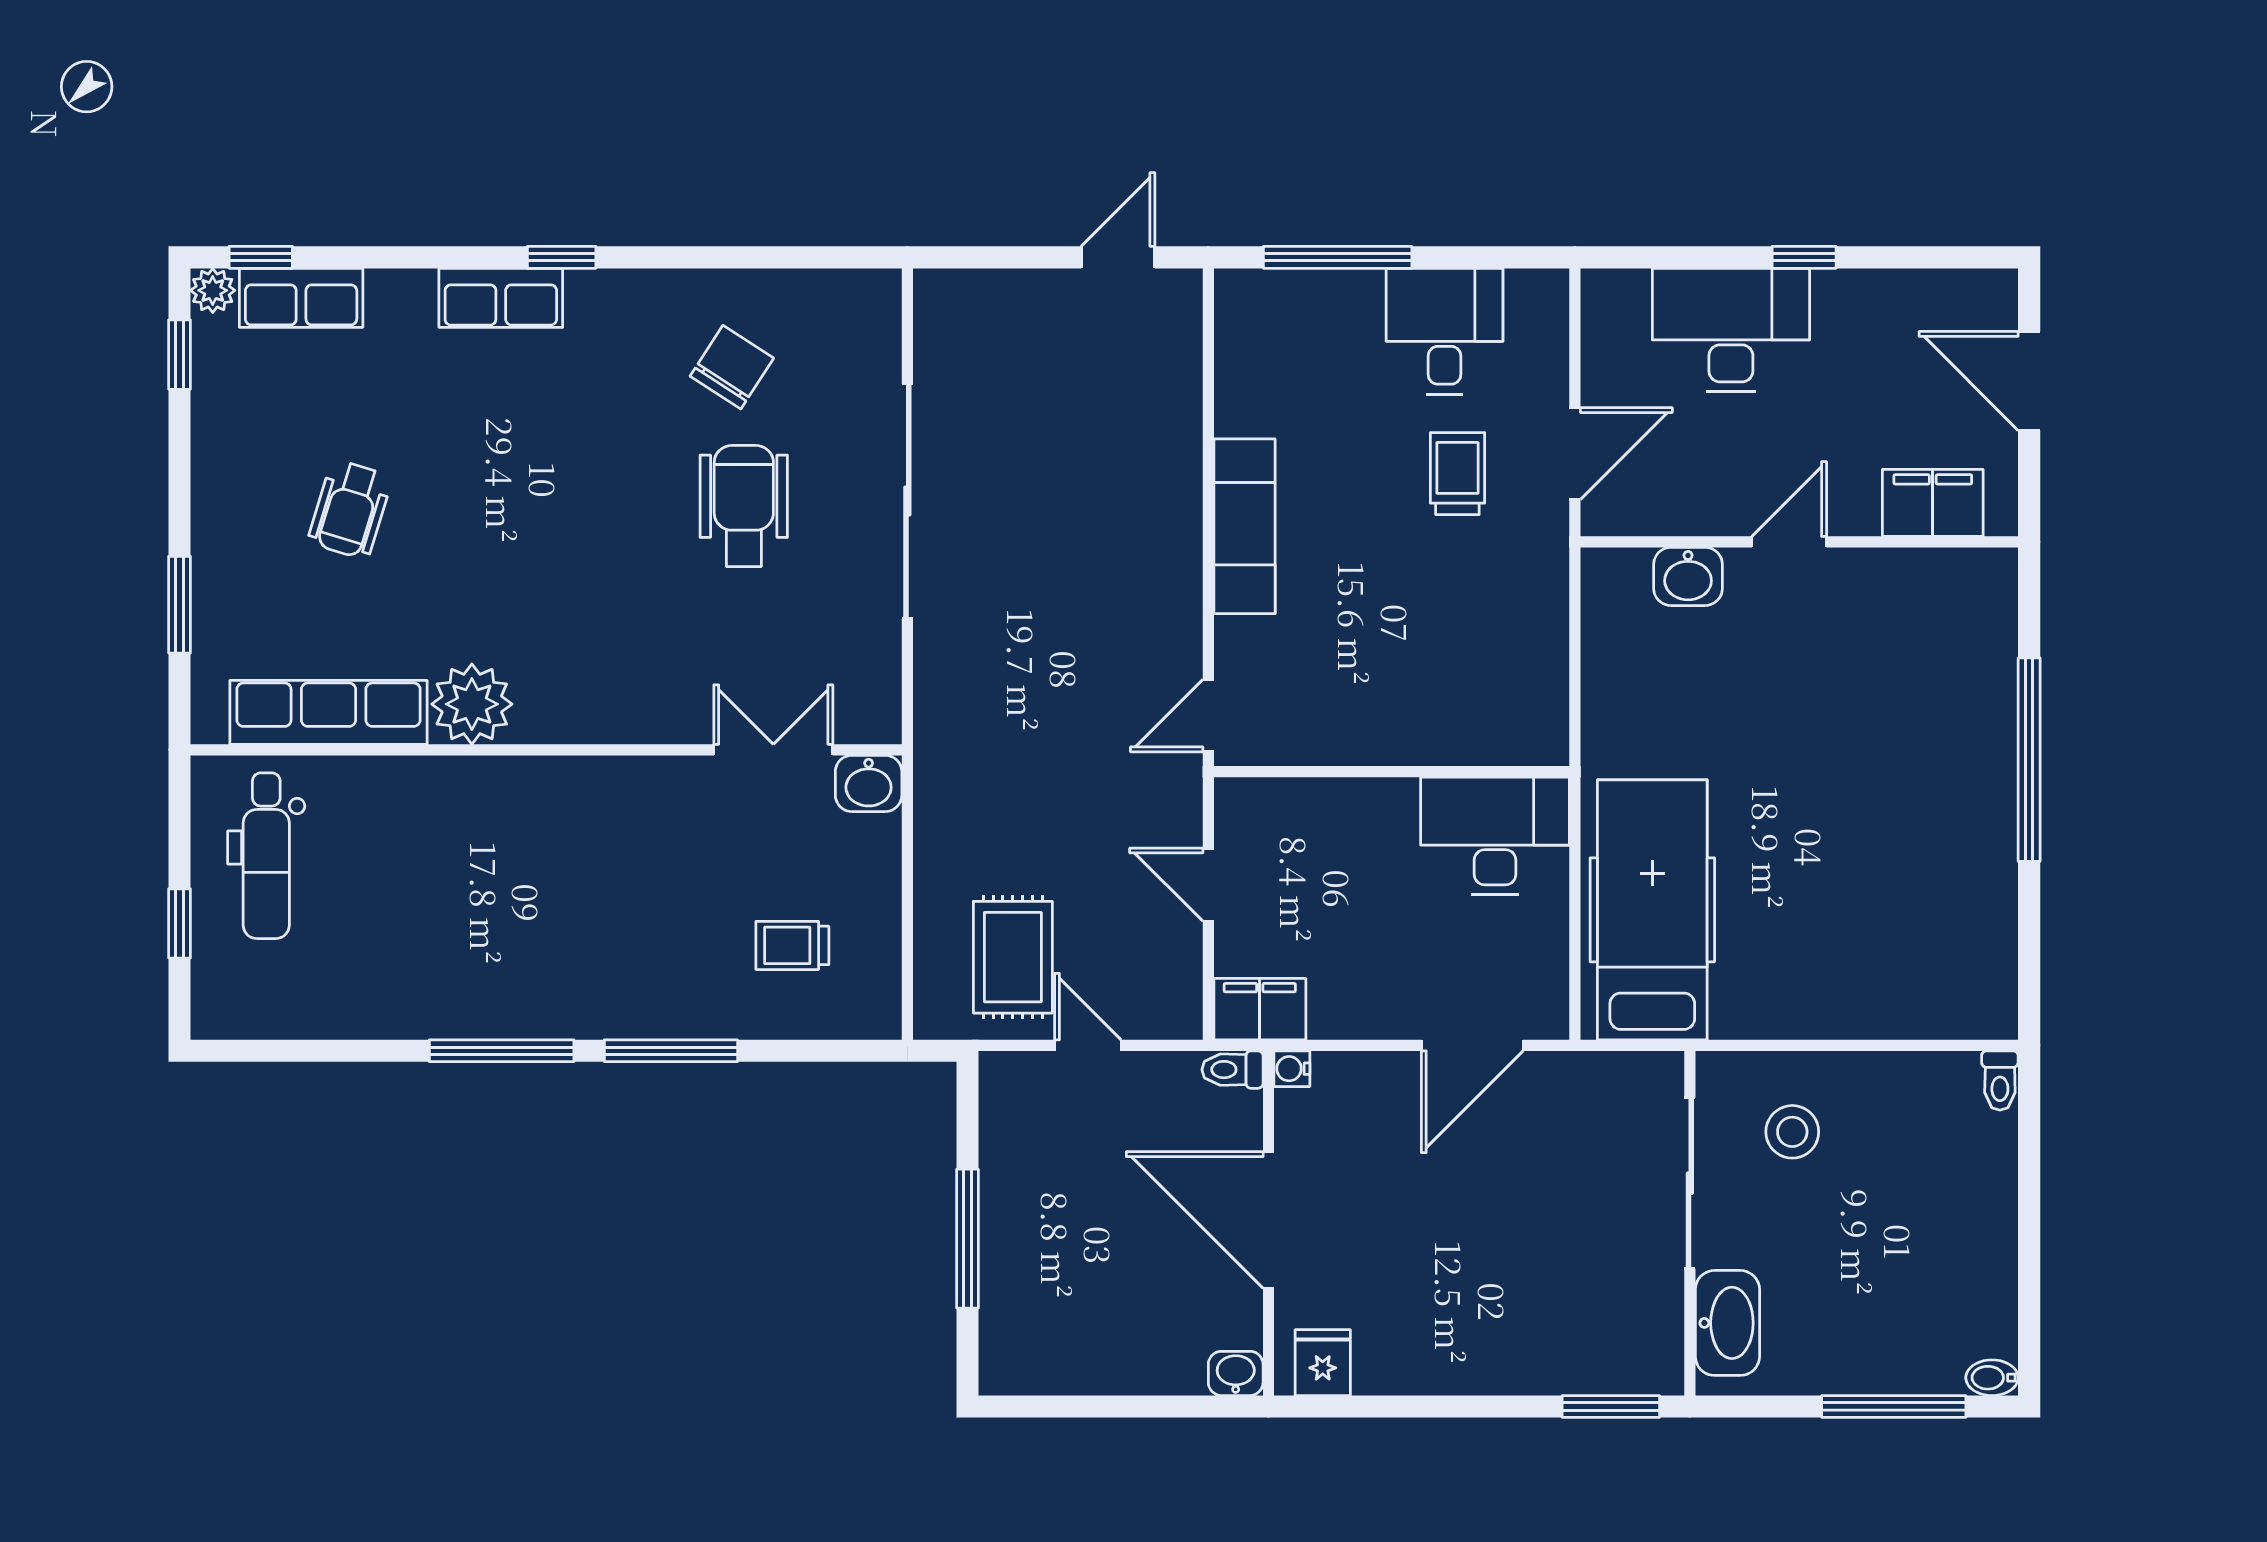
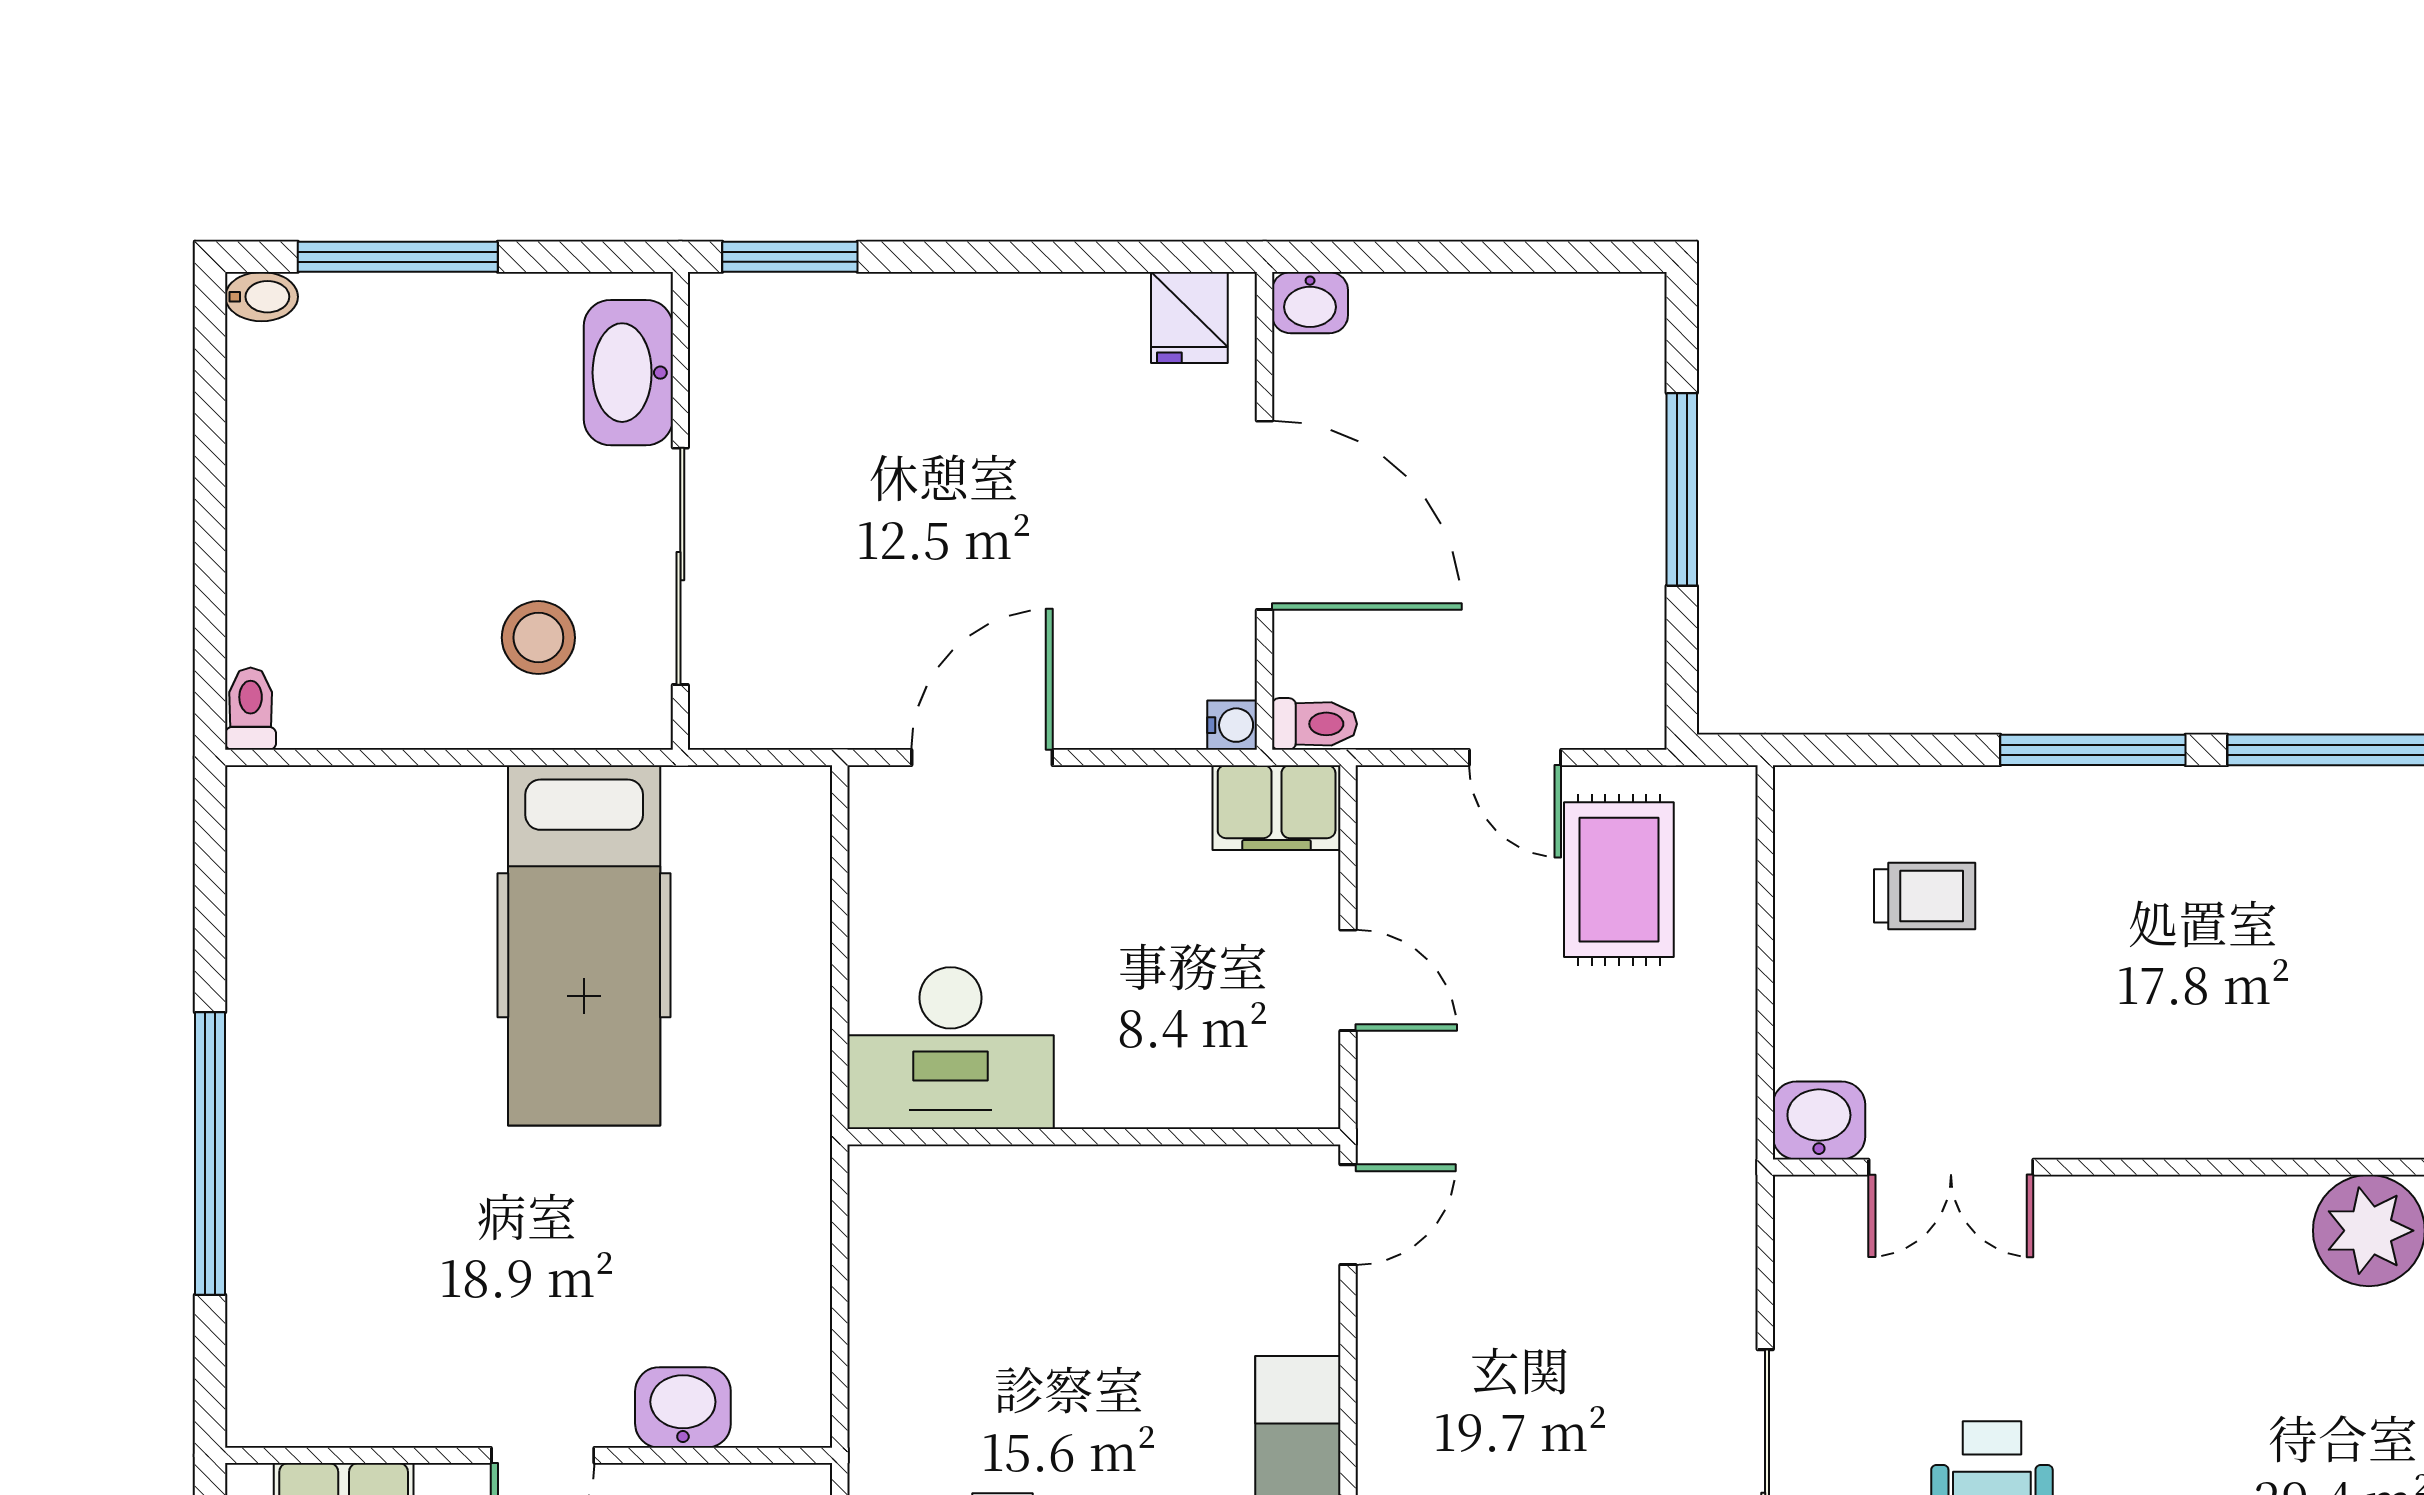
hospital bed: (1652, 910) -> (584, 945), moved

